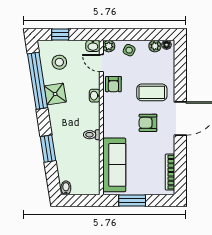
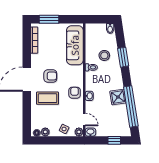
stool: (59, 62) -> (104, 55), moved
armchair: (113, 84) -> (75, 93), moved
window: (132, 201) -> (49, 19), moved

